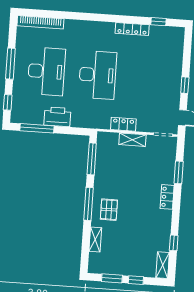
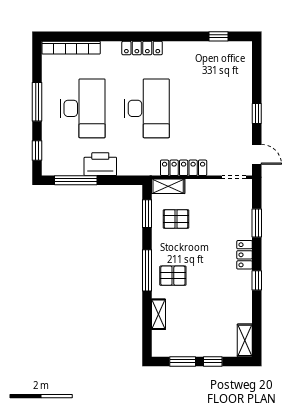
locker: (132, 29) -> (142, 48), moved
locker: (123, 124) -> (184, 168), width x1.53
shelving: (132, 140) -> (168, 186), moved
window: (92, 159) -> (147, 214), width x0.69
pallet: (115, 165) -> (176, 219), added
pallet: (109, 210) -> (173, 276), turned 90
window: (174, 243) -> (257, 280), moved

